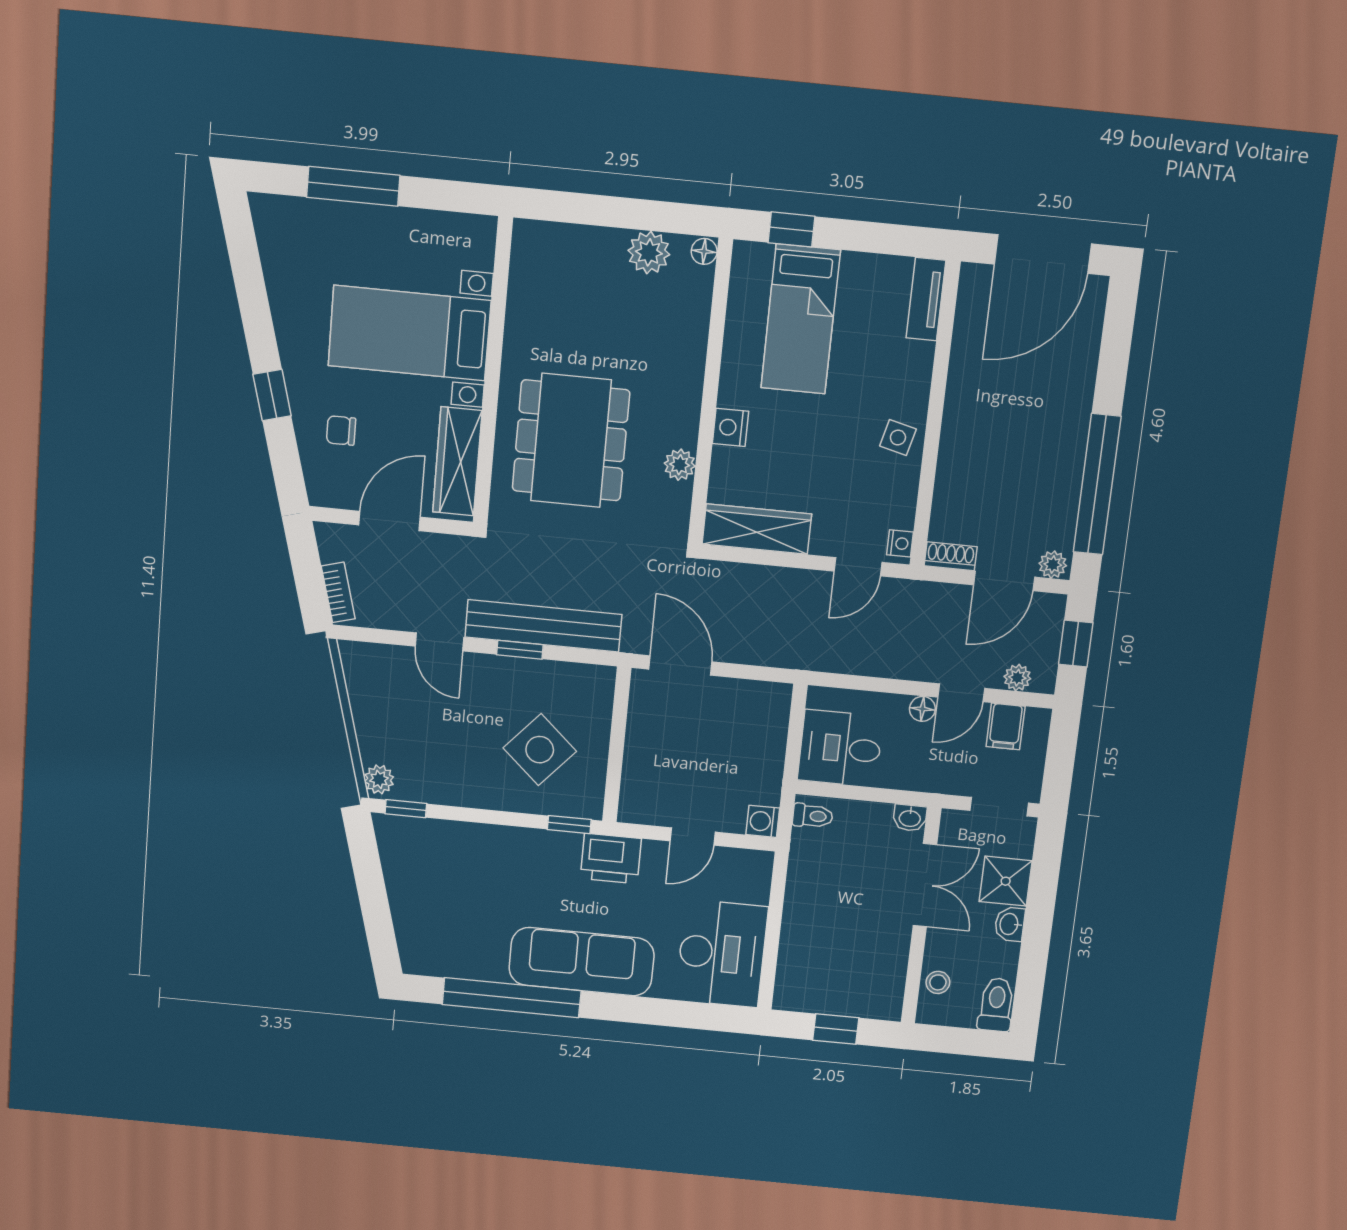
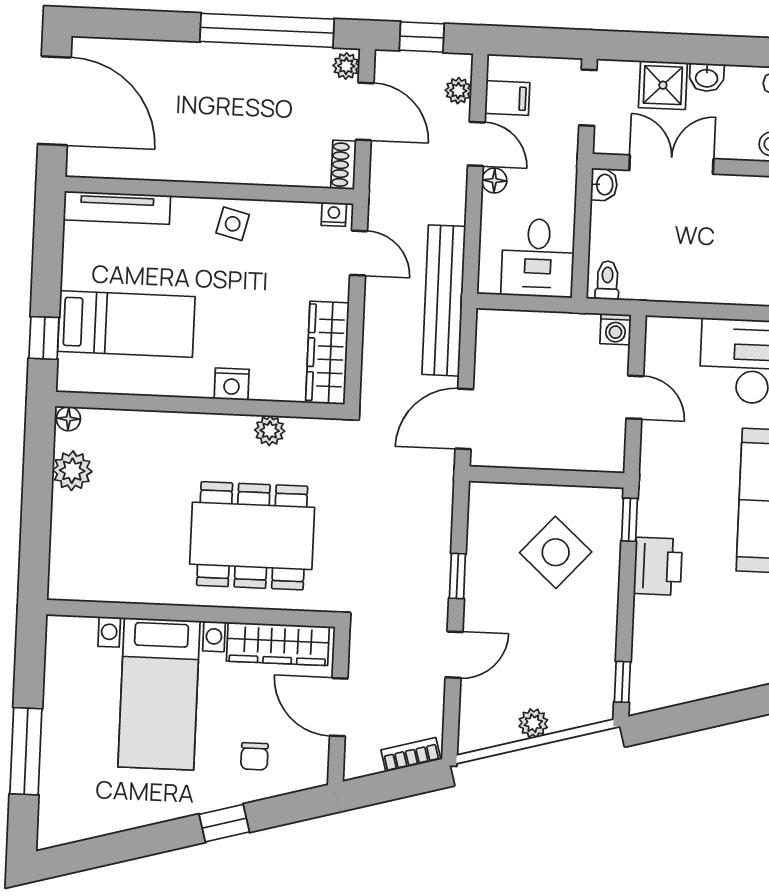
tv unit: (926, 299) -> (117, 208), width x1.41
bench: (543, 626) -> (444, 300), moved
plant: (379, 779) -> (533, 723), moved
printer: (611, 859) -> (658, 566), moved

